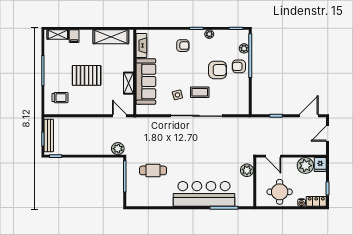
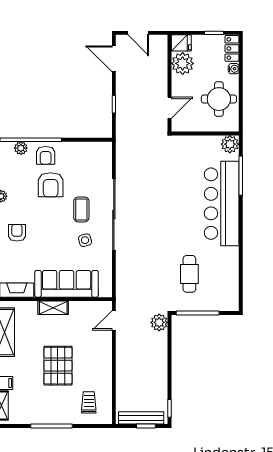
armchair: (218, 70) -> (51, 185), turned 180
shelving: (128, 83) -> (53, 308), moved
plant: (247, 170) -> (230, 144), moved

